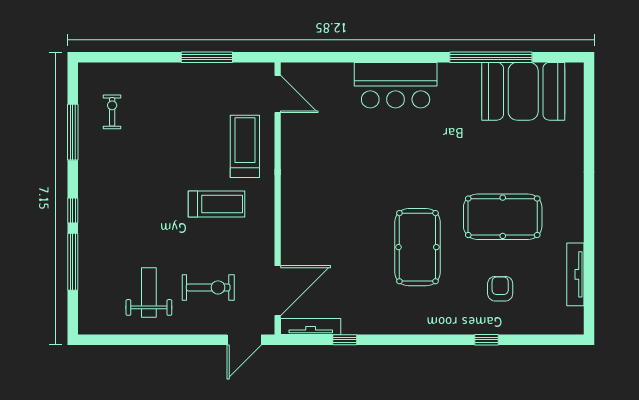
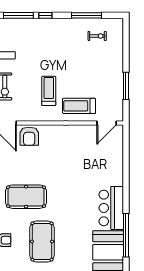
bar counter: (396, 85) -> (111, 208), moved
treadmill: (245, 146) -> (79, 106), turned 180
treadmill: (217, 204) -> (49, 91), turned 180
armchair: (303, 241) -> (29, 136), added

